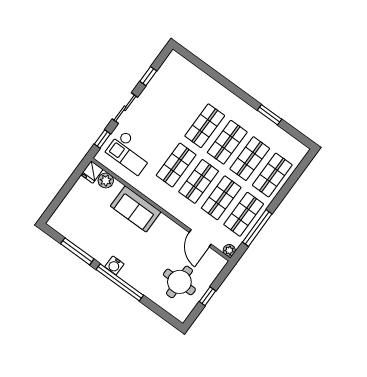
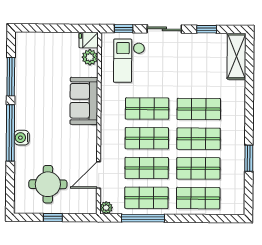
shelving: (185, 68) -> (236, 56), added
water cooler: (114, 265) -> (22, 138), moved

